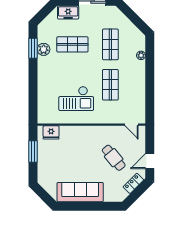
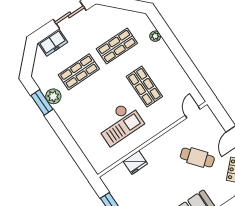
shop shelf: (110, 44) -> (117, 46), turned 90
door: (131, 125) -> (193, 112), swing flipped
fridge: (51, 132) -> (135, 162), moved

